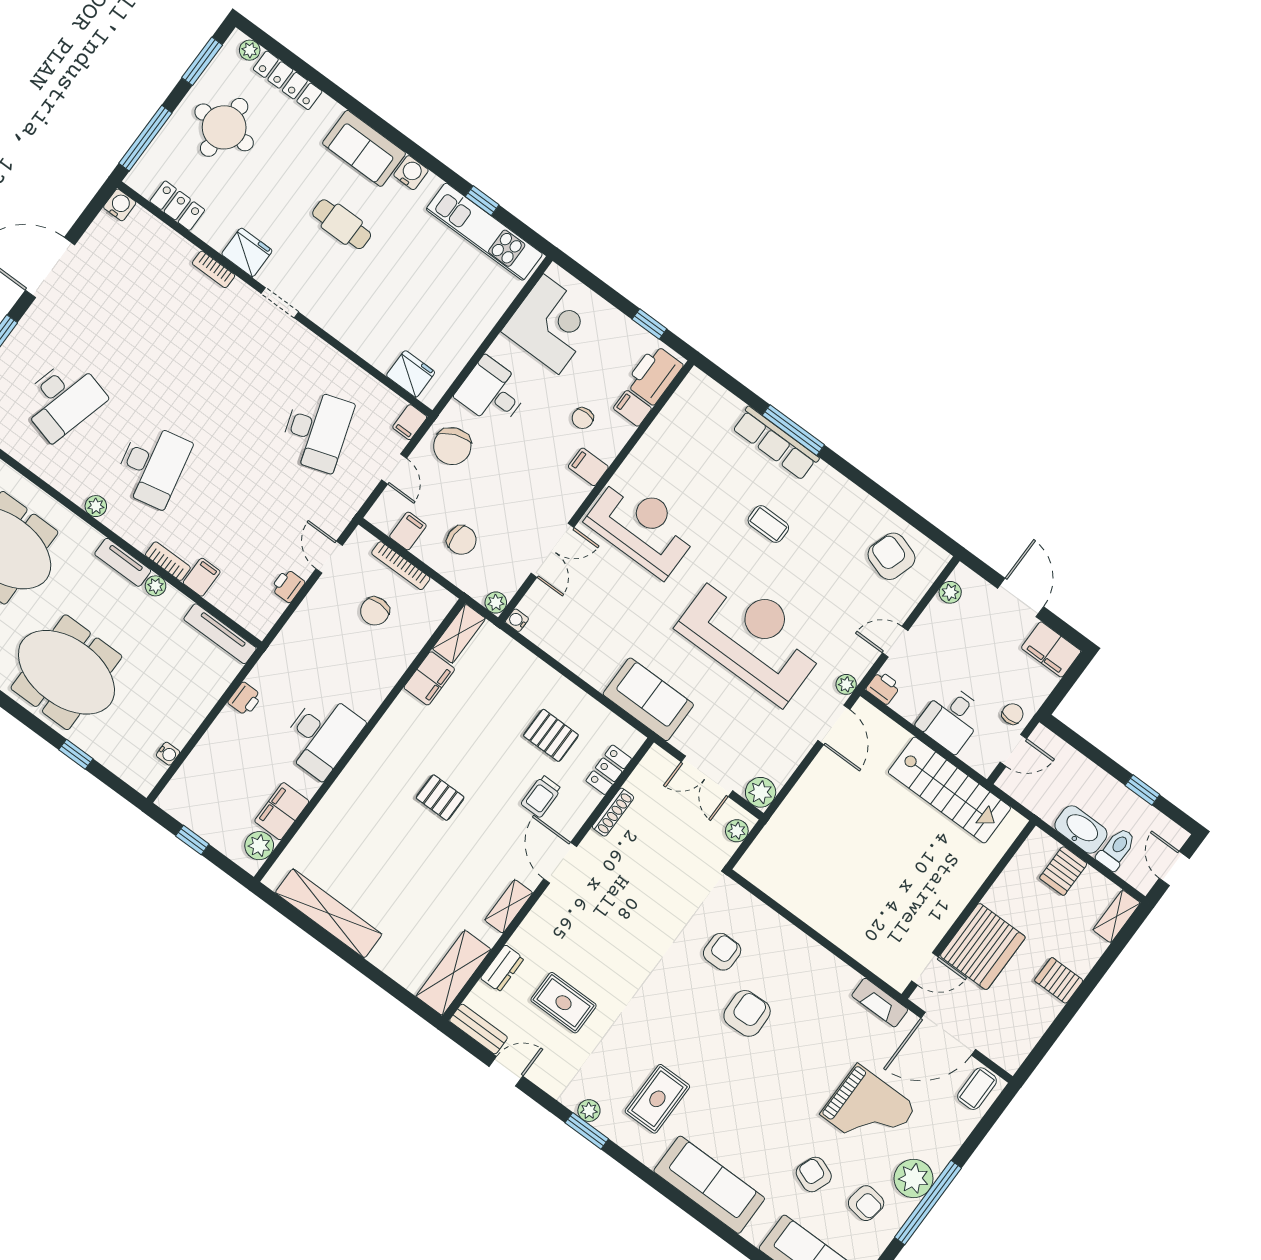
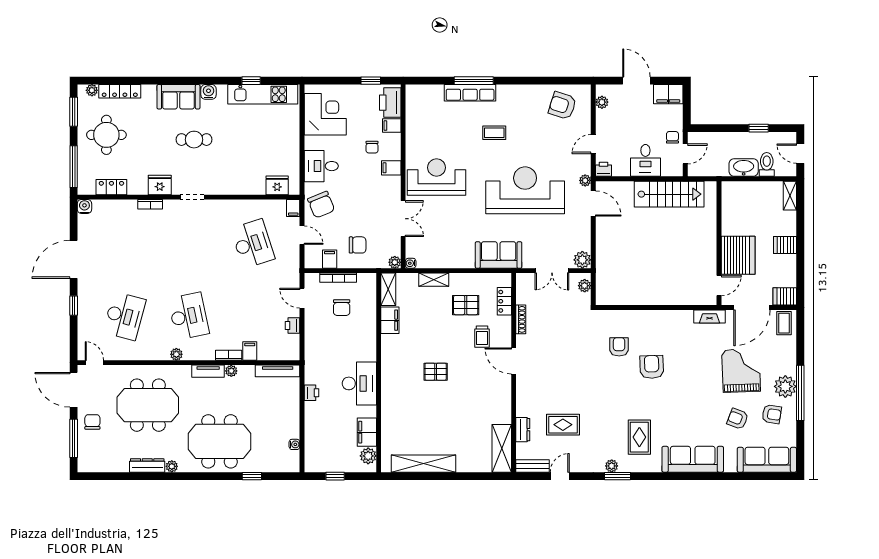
server rack: (1063, 871) -> (785, 296), moved, turned 90
shelving: (509, 906) -> (434, 280), moved, turned 90
grand piano: (868, 1111) -> (741, 370), turned -92

